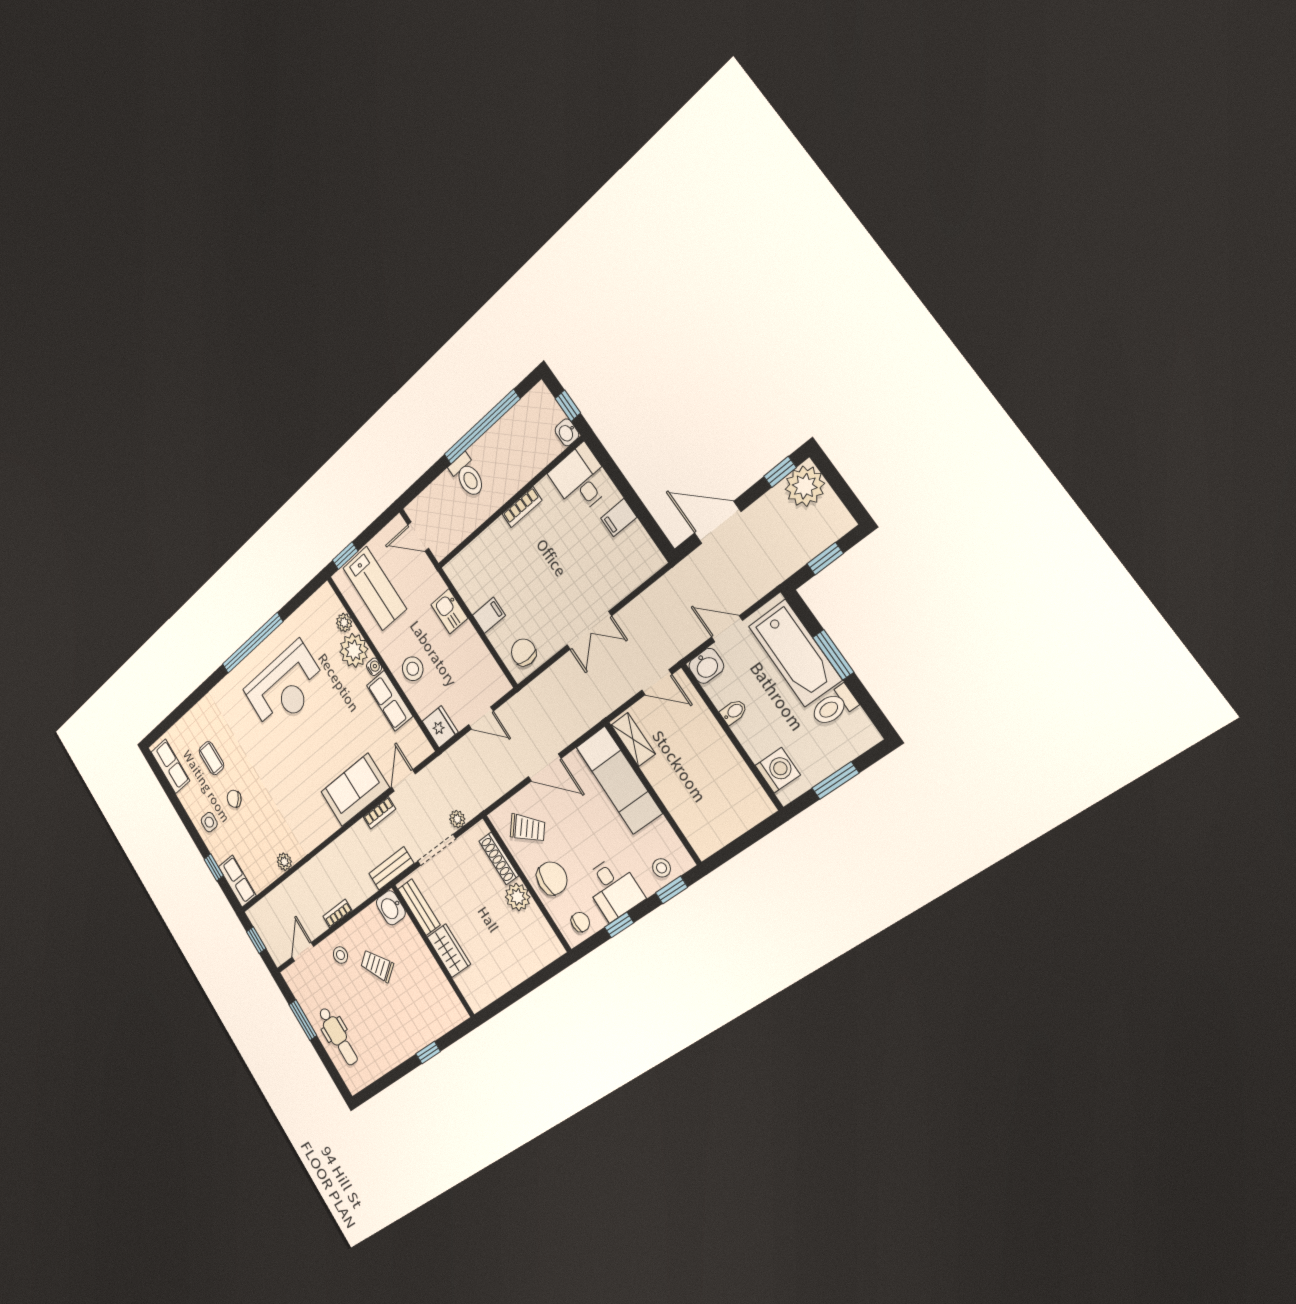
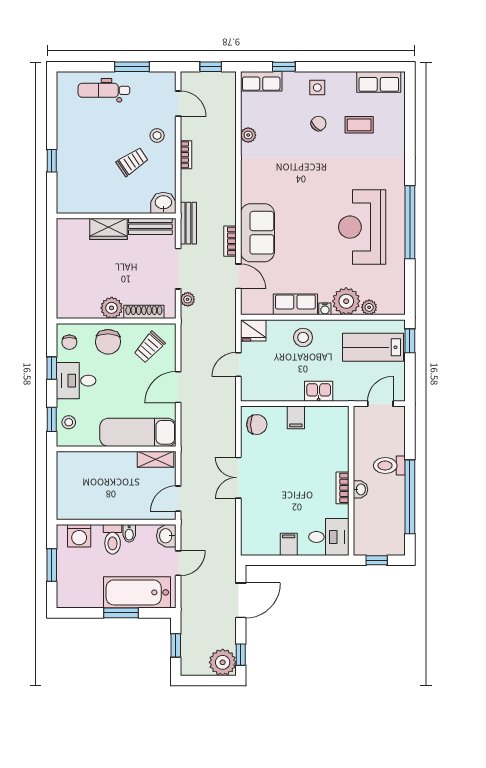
washbasin: (567, 432) -> (360, 489), moved, turned 90
toilet: (834, 706) -> (113, 539), moved, turned 180

